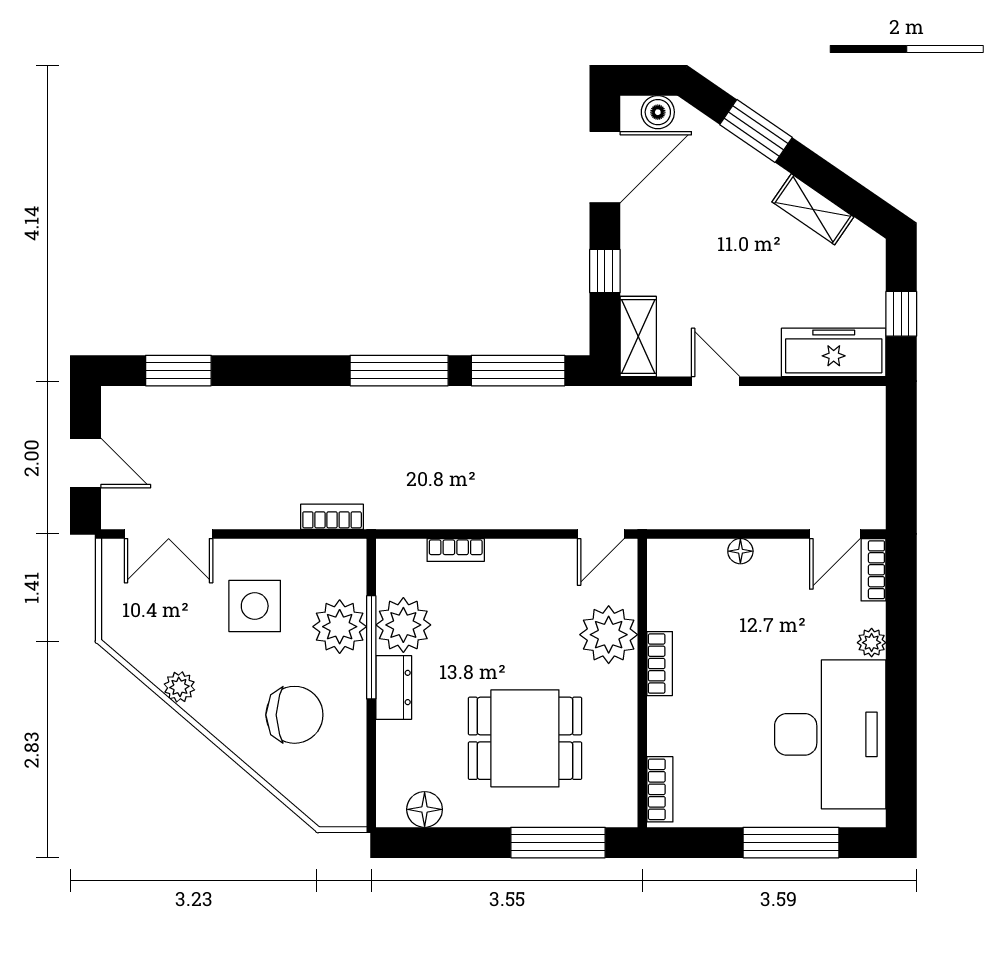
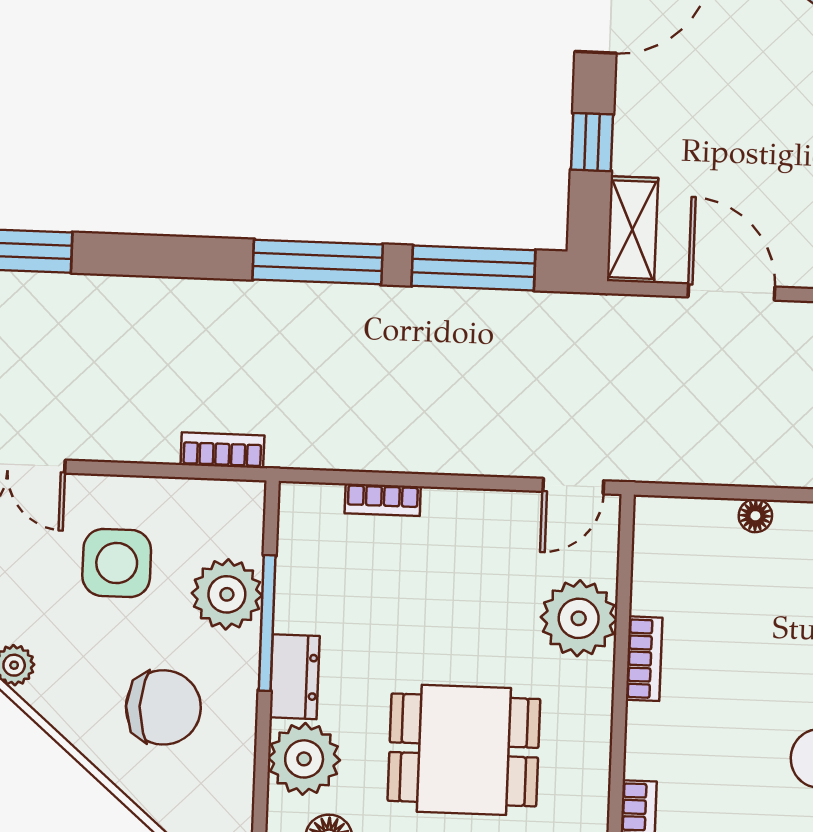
door: (716, 381) -> (731, 292), width x1.38
plant: (403, 625) -> (304, 759), moved

